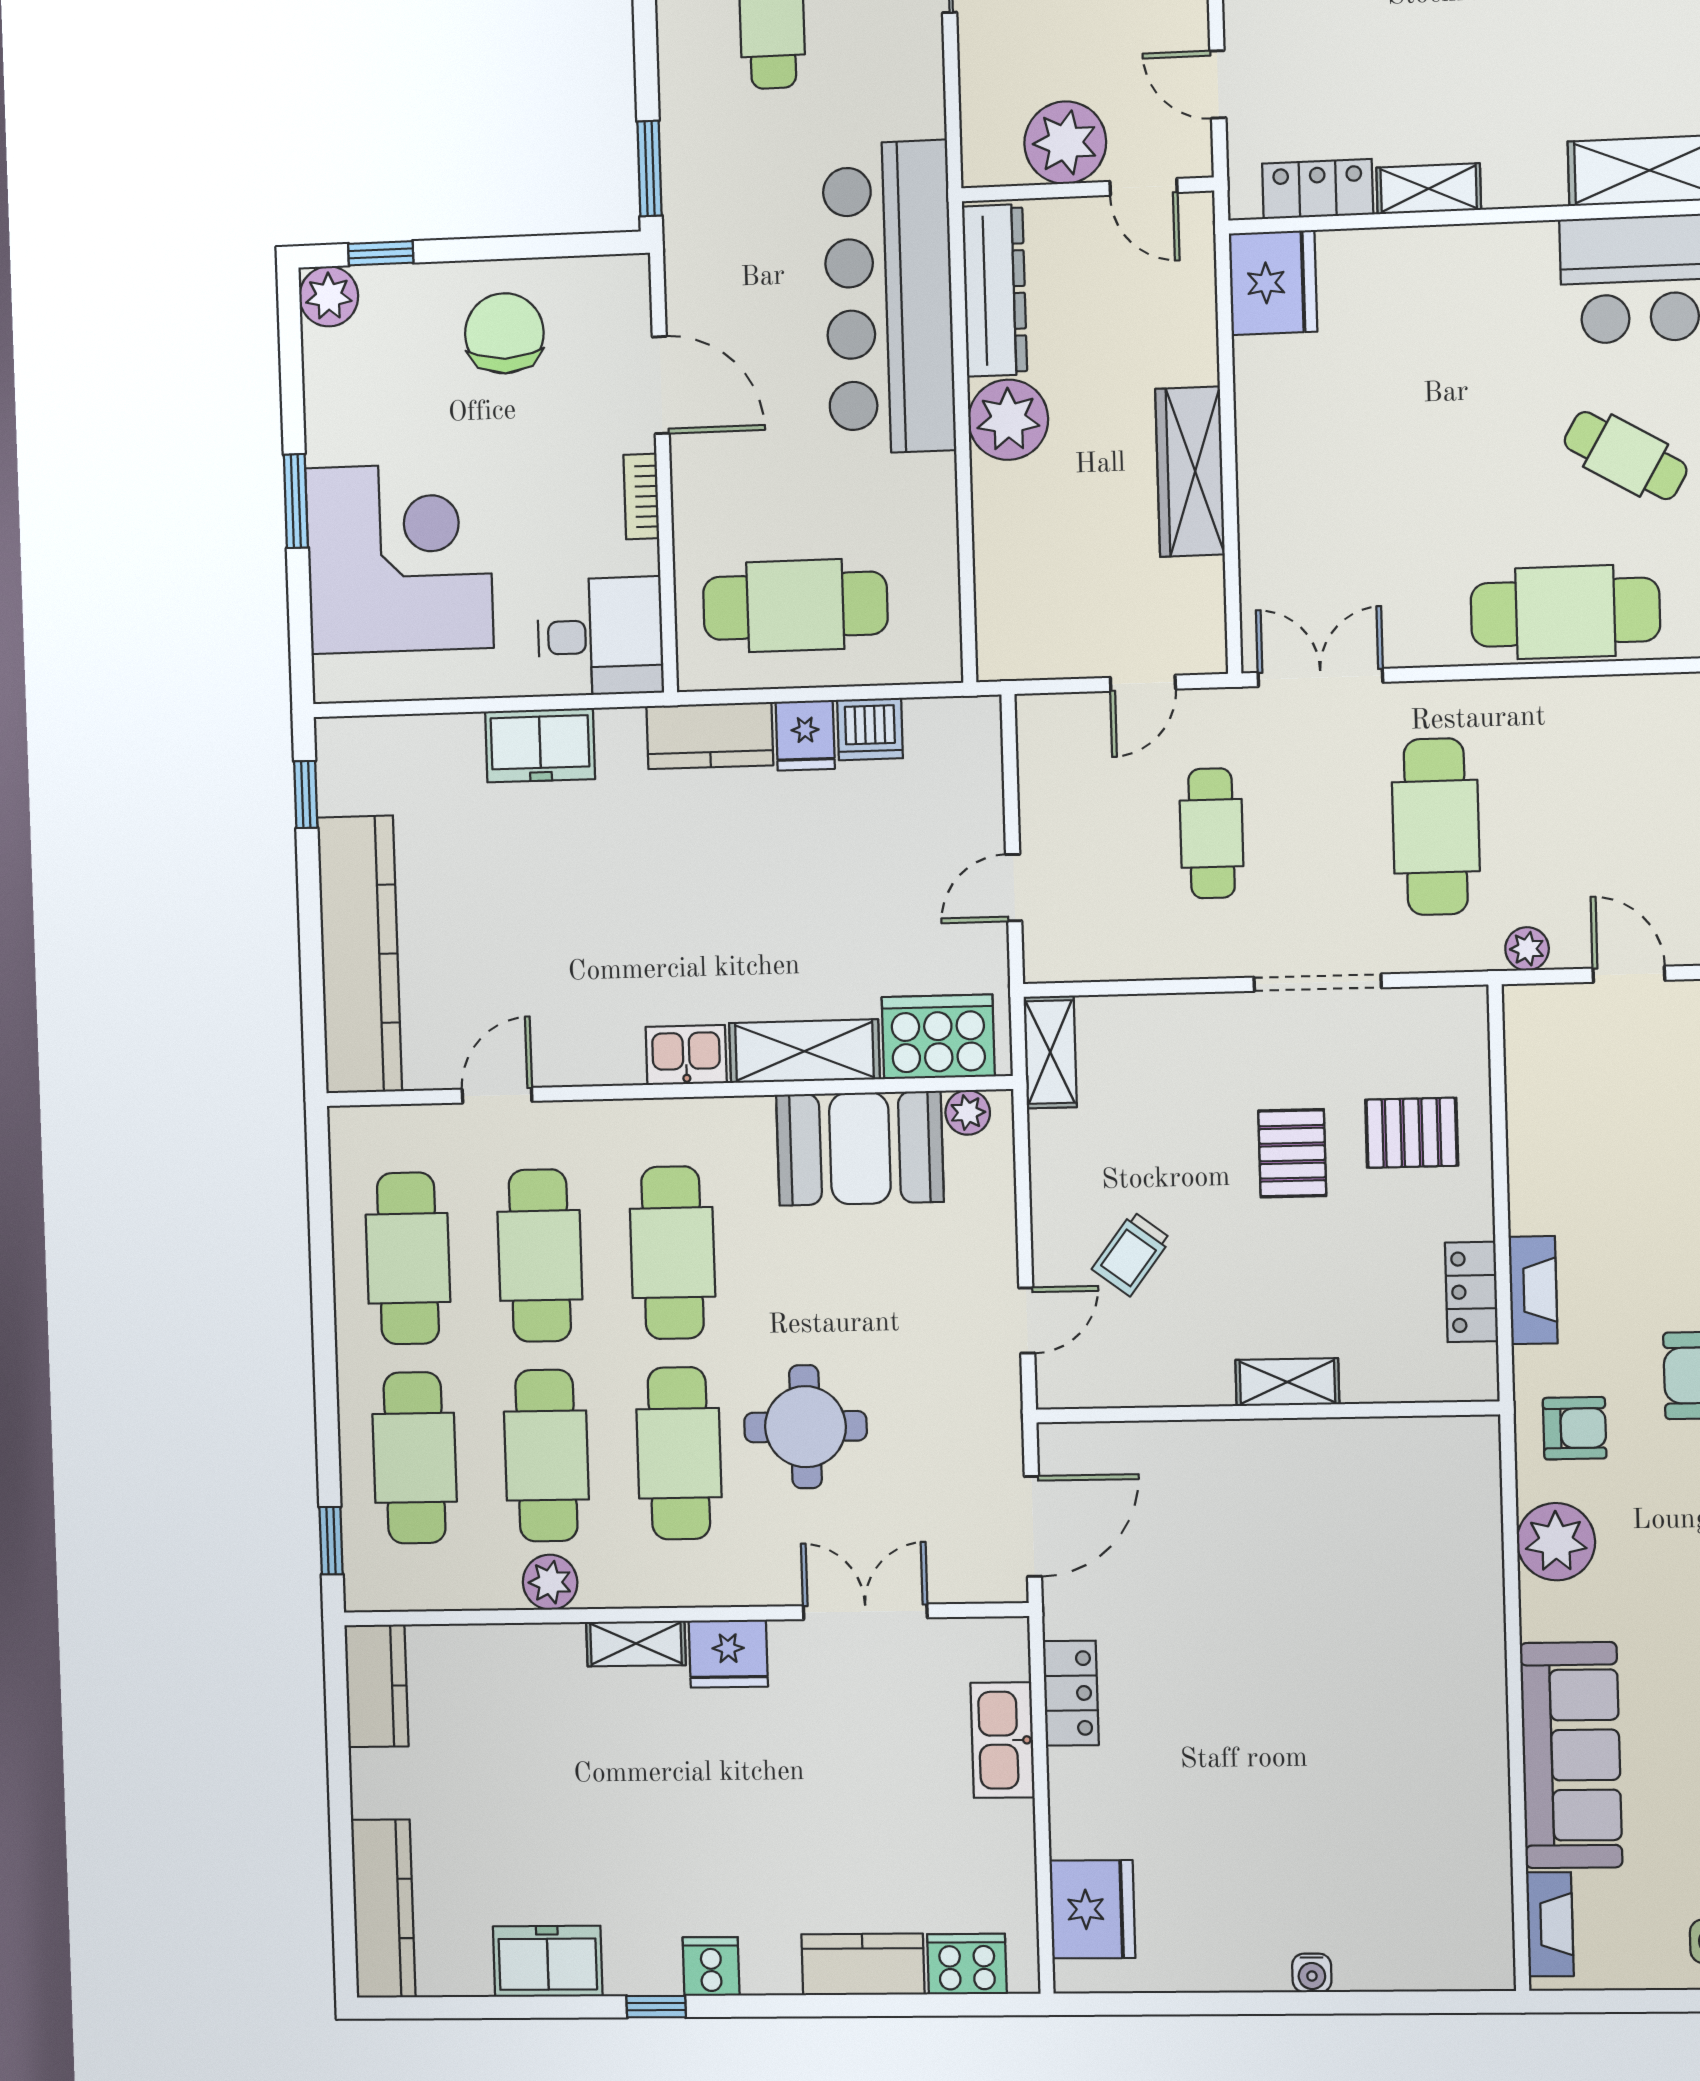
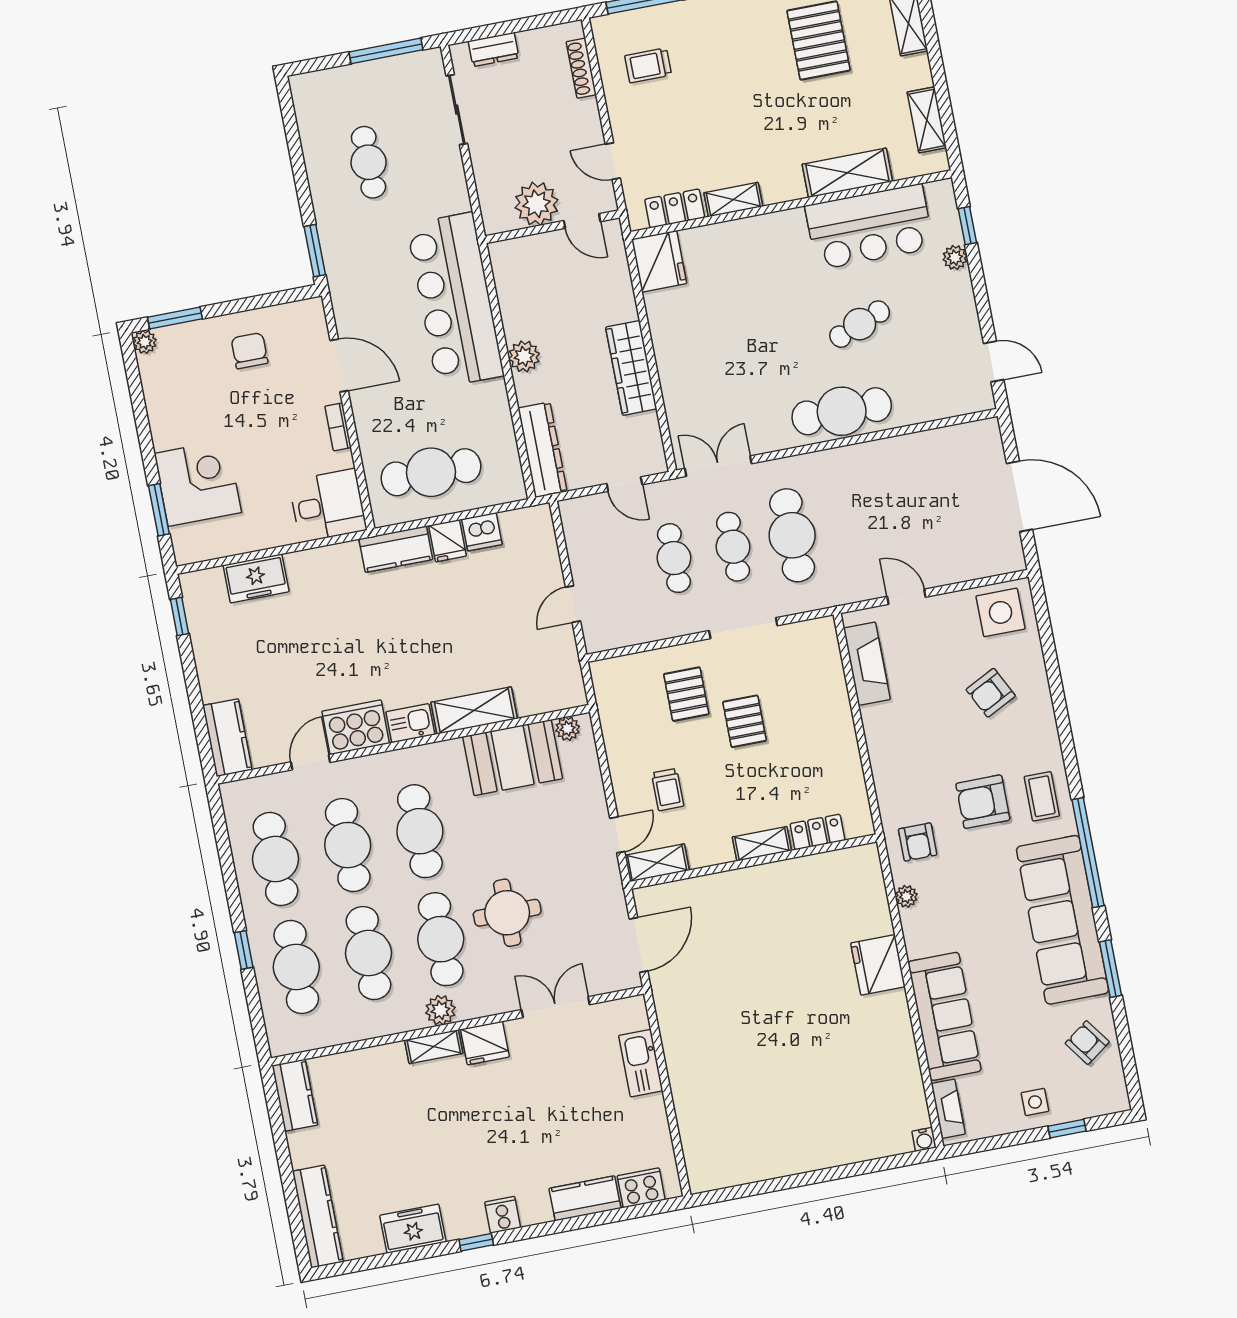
window: (381, 253) -> (175, 318), width x1.50
dresser: (995, 290) -> (543, 450), moved
plant: (329, 296) -> (145, 342), width x0.73, depth x0.73
chair: (504, 333) -> (249, 351), width x0.73, depth x0.73
plant: (1008, 420) -> (524, 356), width x0.73, depth x0.73
cafe table: (1626, 456) -> (860, 324), turned -52
window: (296, 501) -> (159, 510), moved
corner desk: (399, 558) -> (198, 483), width x0.74, depth x0.74
door: (1143, 683) -> (624, 484), hinge flipped
freezer: (540, 745) -> (256, 578), moved
cafe table: (1323, 830) -> (733, 547), added
plant: (1527, 949) -> (851, 592), removed
kitchen counter: (360, 954) -> (227, 738), width x0.48, depth x0.86
cooker: (938, 1037) -> (356, 727), moved
shelving: (1050, 1052) -> (657, 863), moved, turned 90
pallet: (1412, 1133) -> (686, 694), moved, turned 90
trolley: (1131, 1254) -> (668, 790), turned -37
fireplace: (1533, 1290) -> (867, 664), moved, width x1.37, depth x1.32
locker: (1472, 1292) -> (817, 832), moved, turned 90
armchair: (1575, 1428) -> (918, 842), turned 90
window: (331, 1541) -> (244, 950), moved
plant: (1556, 1542) -> (906, 896), width x0.53, depth x0.53
plant: (550, 1582) -> (440, 1010), moved
locker: (1071, 1693) -> (673, 1031), removed
fridge: (1092, 1909) -> (878, 965), moved, turned 180
water cooler: (1312, 1973) -> (924, 1139), moved

